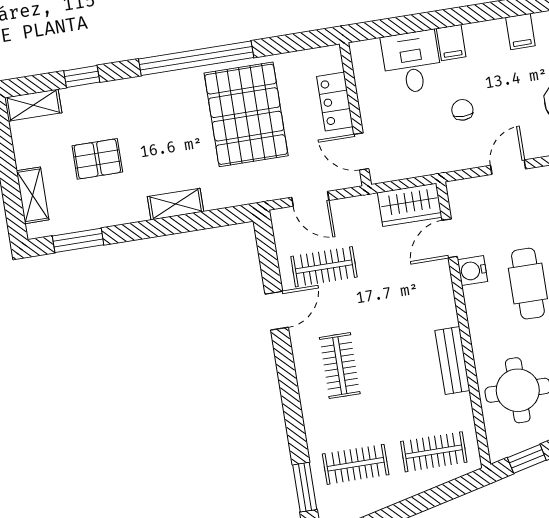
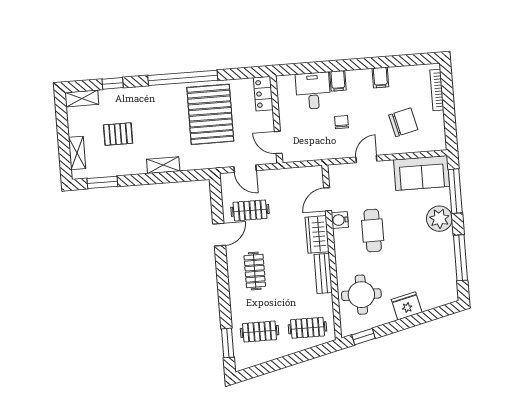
locker: (335, 102) -> (263, 94), moved
wardrobe: (410, 205) -> (317, 234), moved, turned 90

